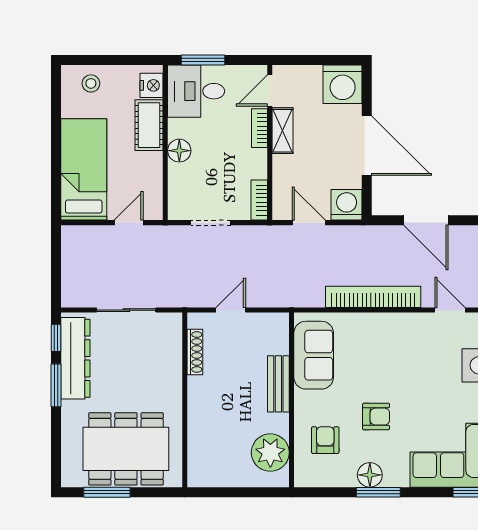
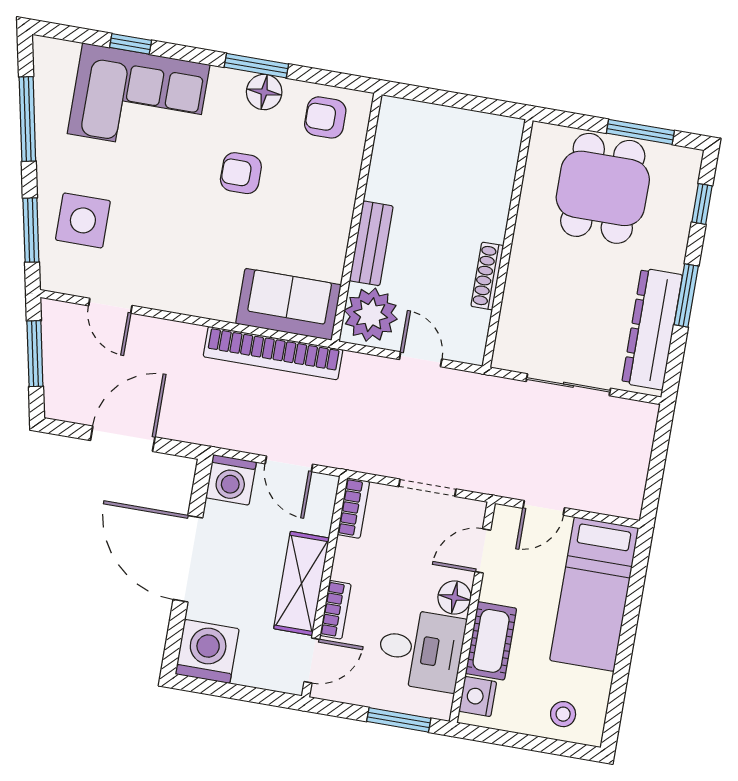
desk: (196, 91) -> (421, 650), moved
shelving: (282, 131) -> (301, 583), width x1.50, depth x1.33
door: (165, 186) -> (483, 551), added
door: (426, 220) -> (123, 439), hinge flipped
bookcase: (373, 297) -> (273, 353), moved
door: (231, 310) -> (421, 359), swing flipped
window: (56, 338) -> (702, 204), moved
shoe rack: (195, 352) -> (487, 276), moved
sofa: (314, 355) -> (288, 304), moved, turned 90
armchair: (325, 440) -> (325, 117), moved, turned 90
dining table: (126, 449) -> (603, 188), width x0.73
plant: (270, 453) -> (371, 315), moved

